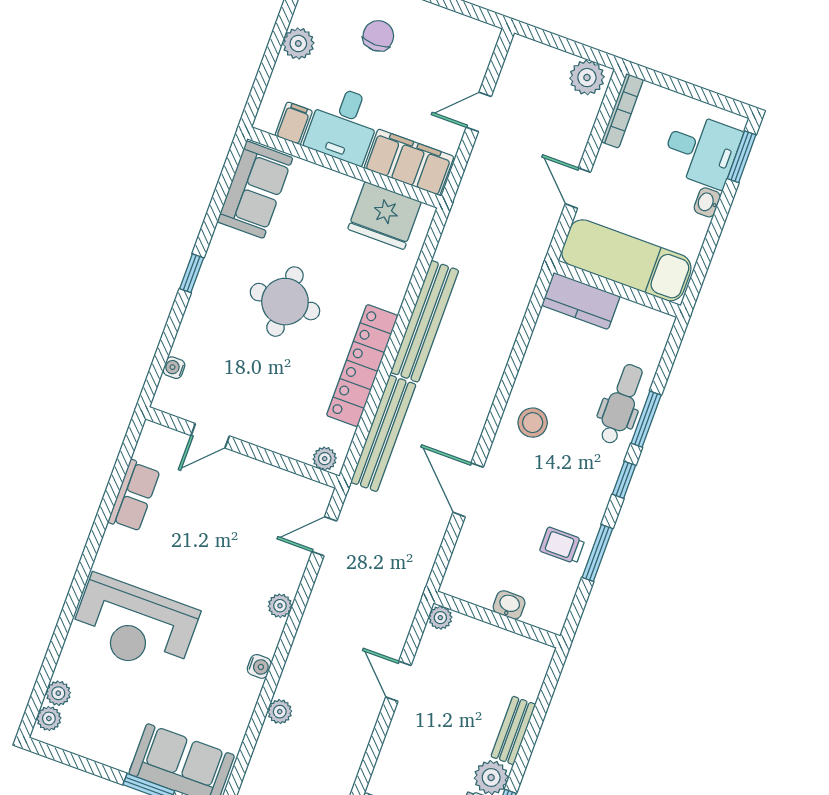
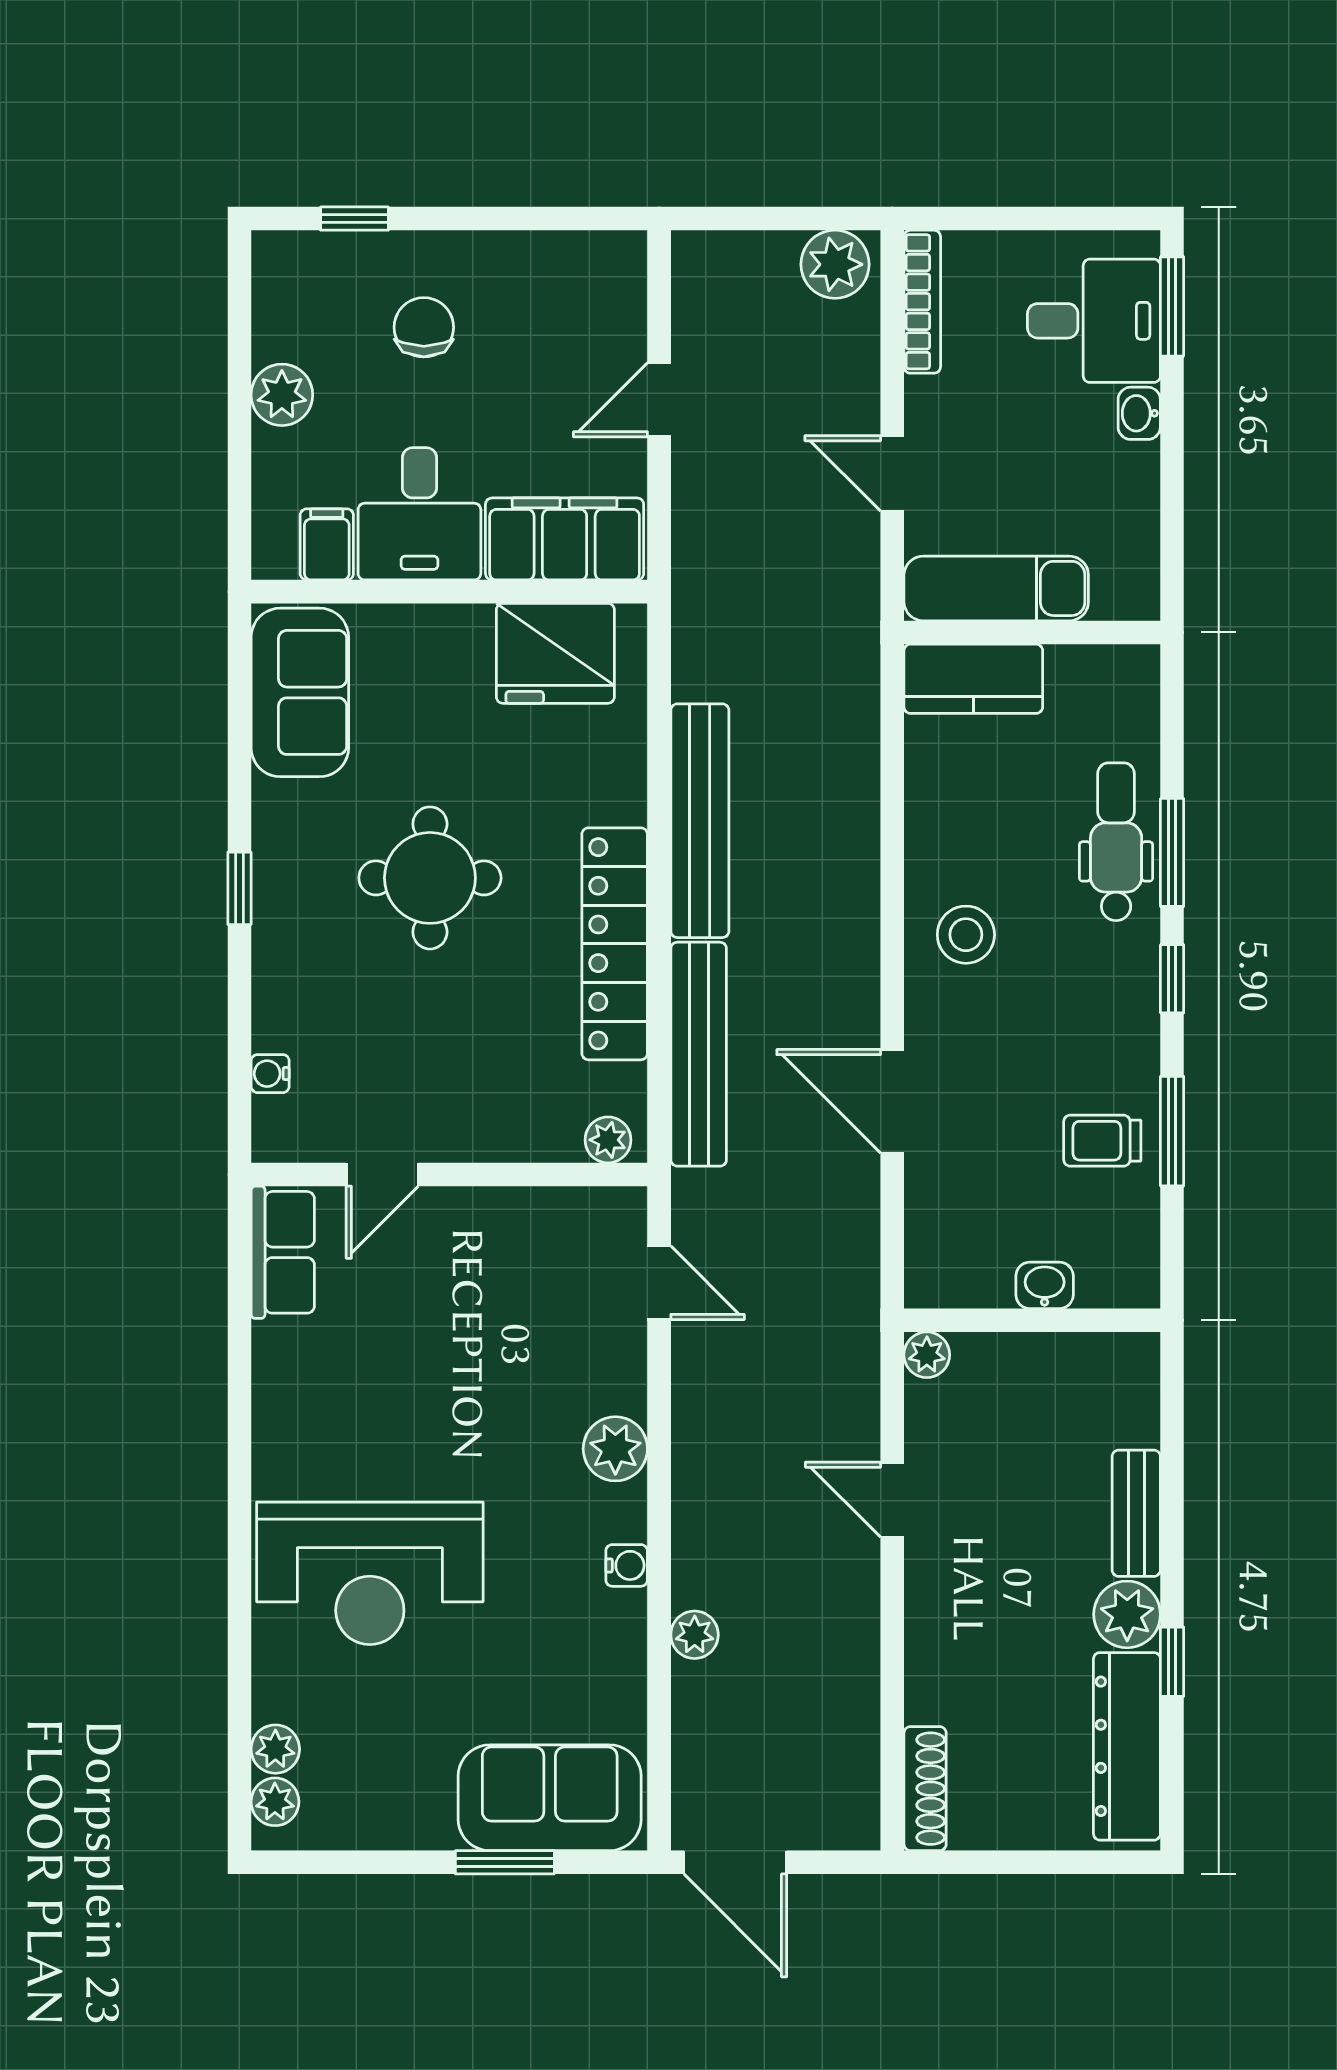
exam couch: (626, 260) -> (996, 588), width x0.73, depth x0.69
row of seats: (134, 496) -> (283, 1252), moved
door: (324, 536) -> (659, 1283), swing flipped
plant: (280, 606) -> (615, 1449), width x1.38, depth x1.38

